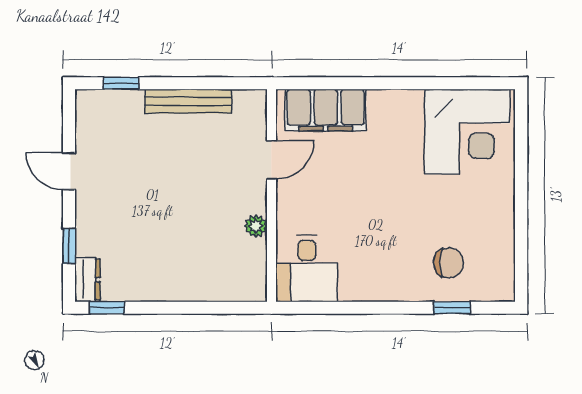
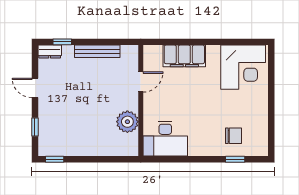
filing cabinet: (326, 110) -> (184, 56), moved
plant: (256, 226) -> (127, 122), width x1.87, depth x1.87
desk: (307, 268) -> (165, 139), width x1.37
dresser: (88, 280) -> (50, 52), moved, turned 90

